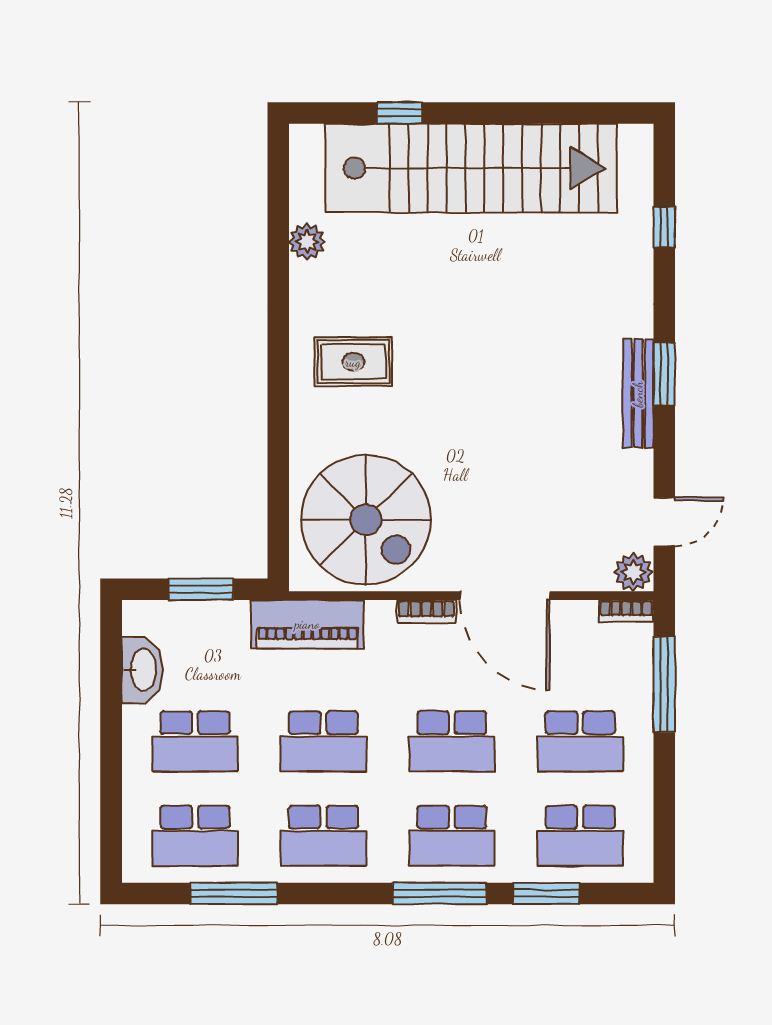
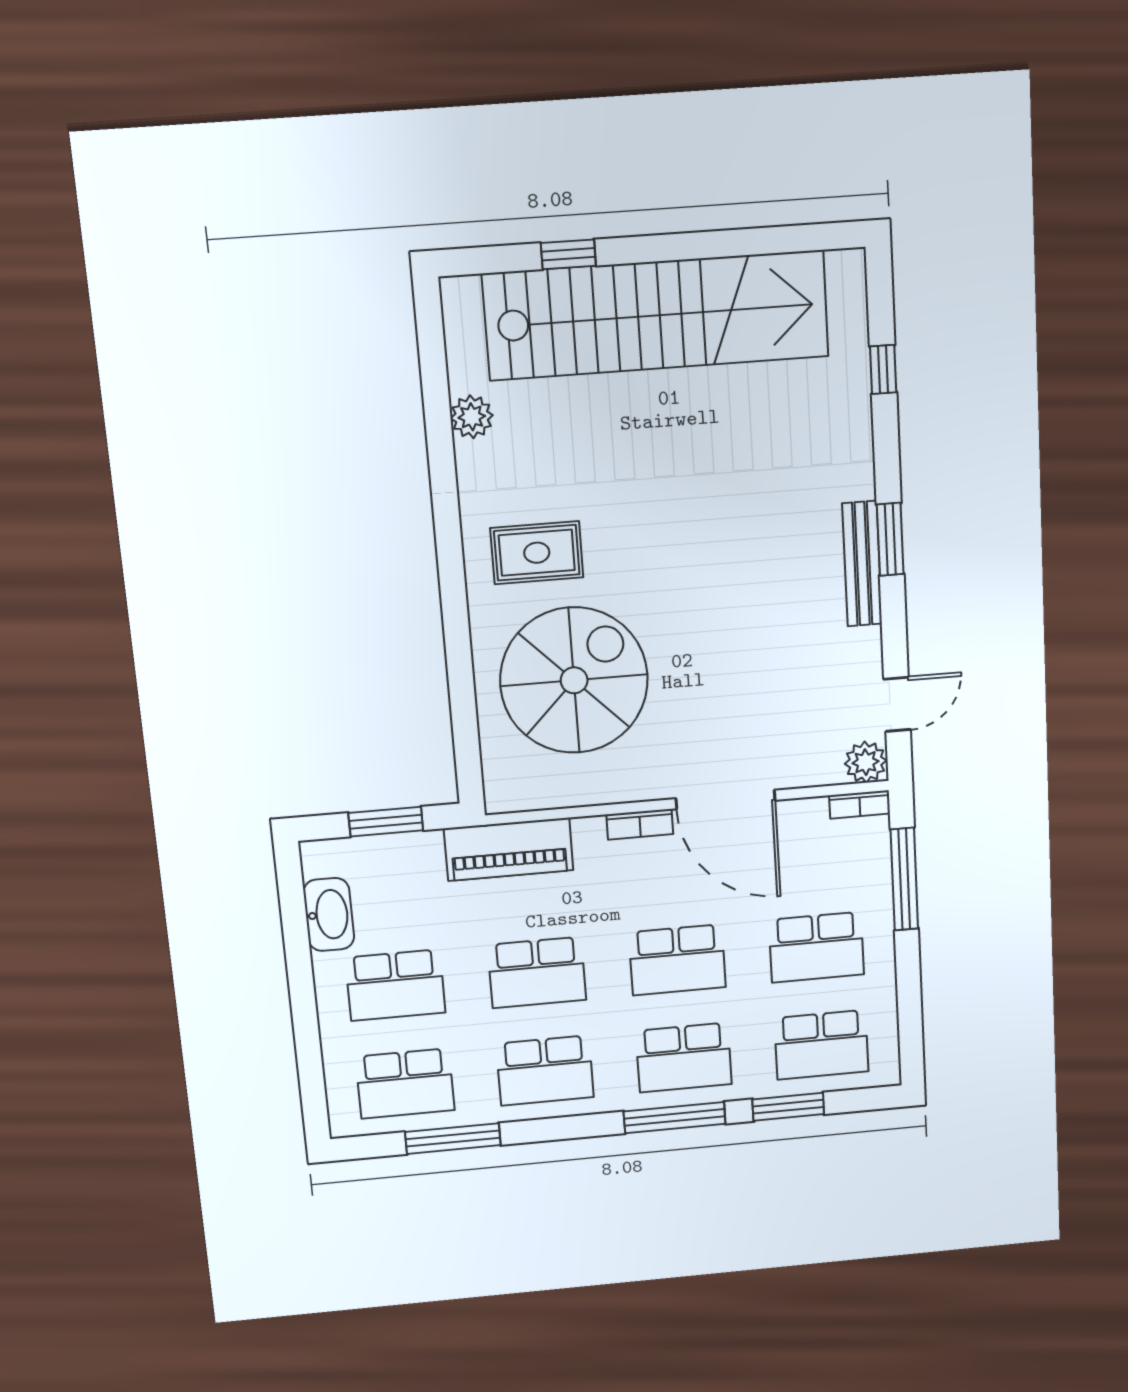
spiral stairs: (366, 520) -> (574, 680), moved, turned -90

